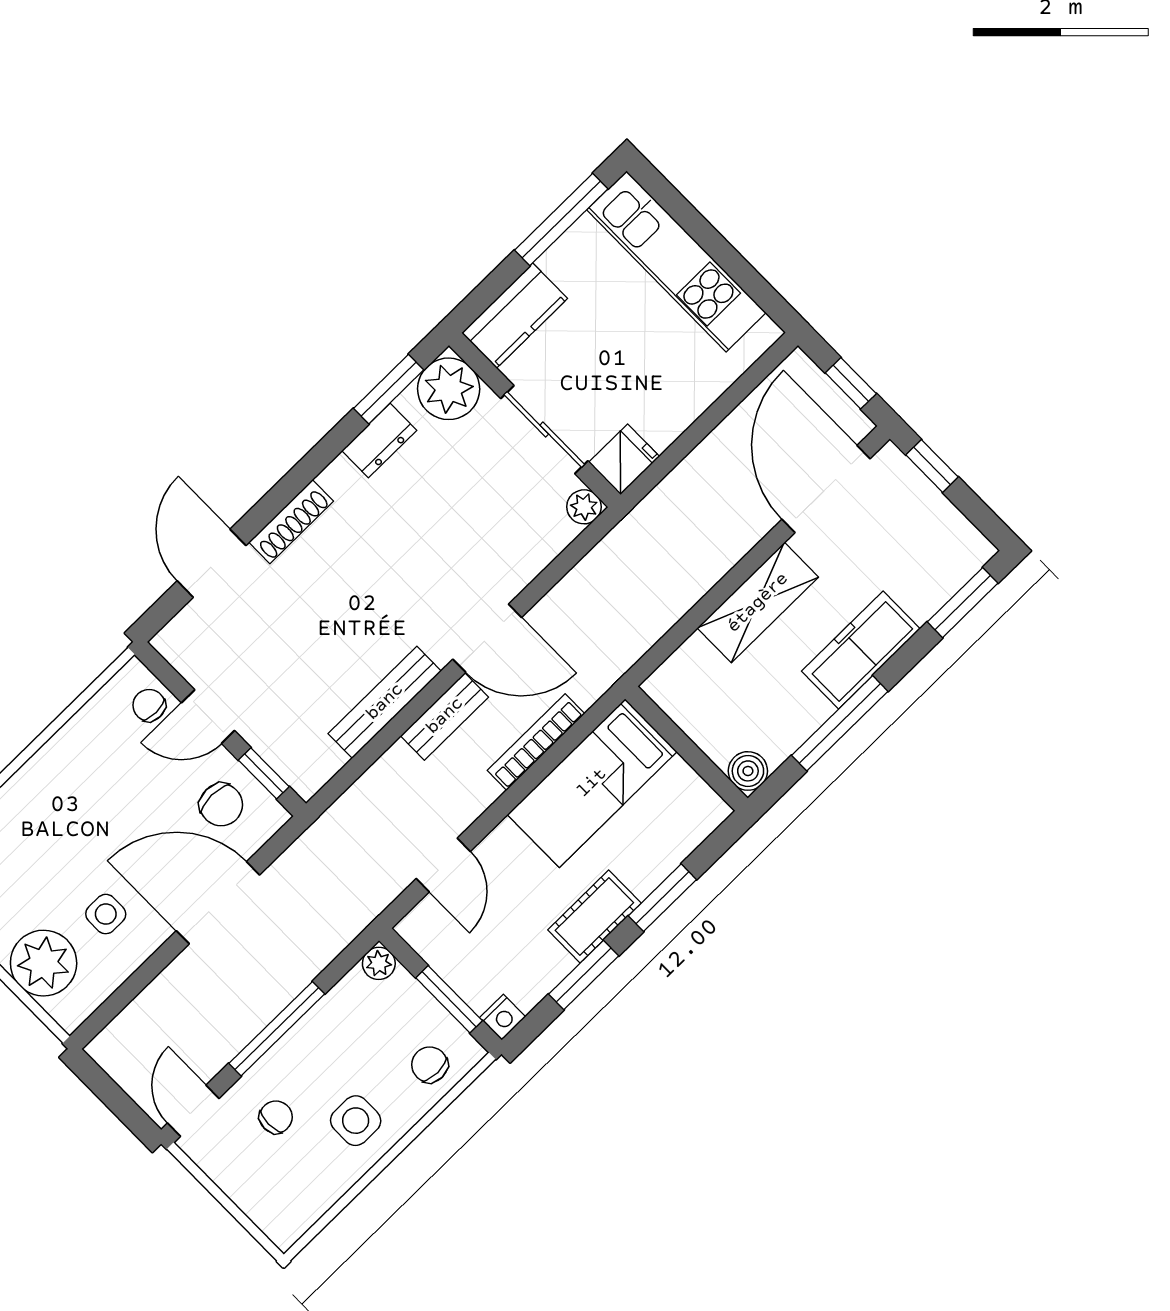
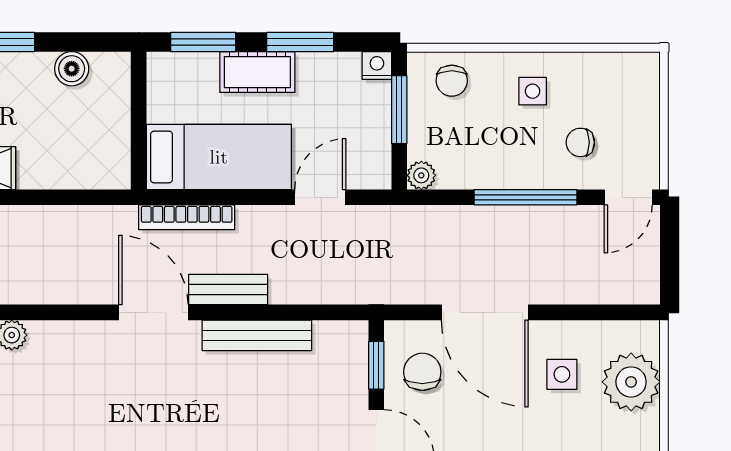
wall: (686, 749) -> (139, 121), moved
bed: (592, 783) -> (219, 157), moved
side table: (356, 1121) -> (533, 91), width x0.73, depth x0.73

